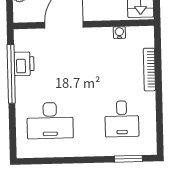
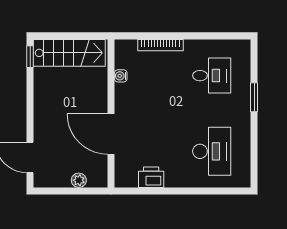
window: (11, 74) -> (161, 191), removed
window: (128, 159) -> (254, 97), moved

